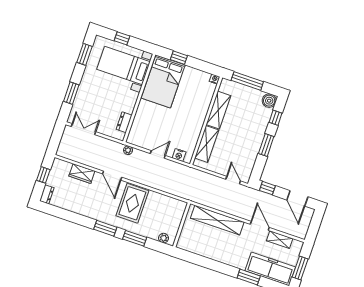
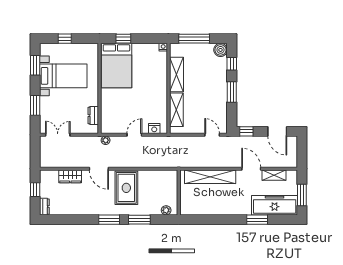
bed with nightstands: (124, 65) -> (63, 76), moved, turned 180

